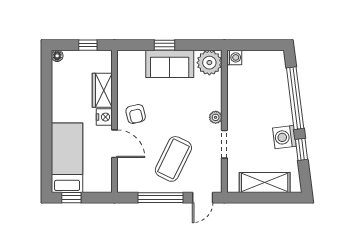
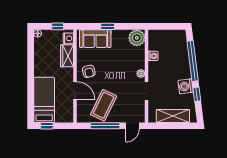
washing machine: (234, 57) -> (153, 56), moved
sofa: (170, 64) -> (95, 39), moved
nightstand: (104, 117) -> (68, 38), moved
coffee table: (173, 159) -> (104, 105), moved

